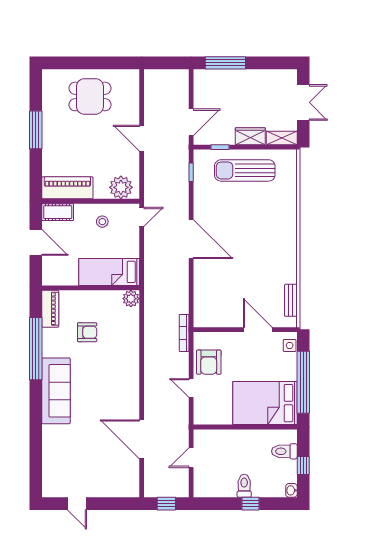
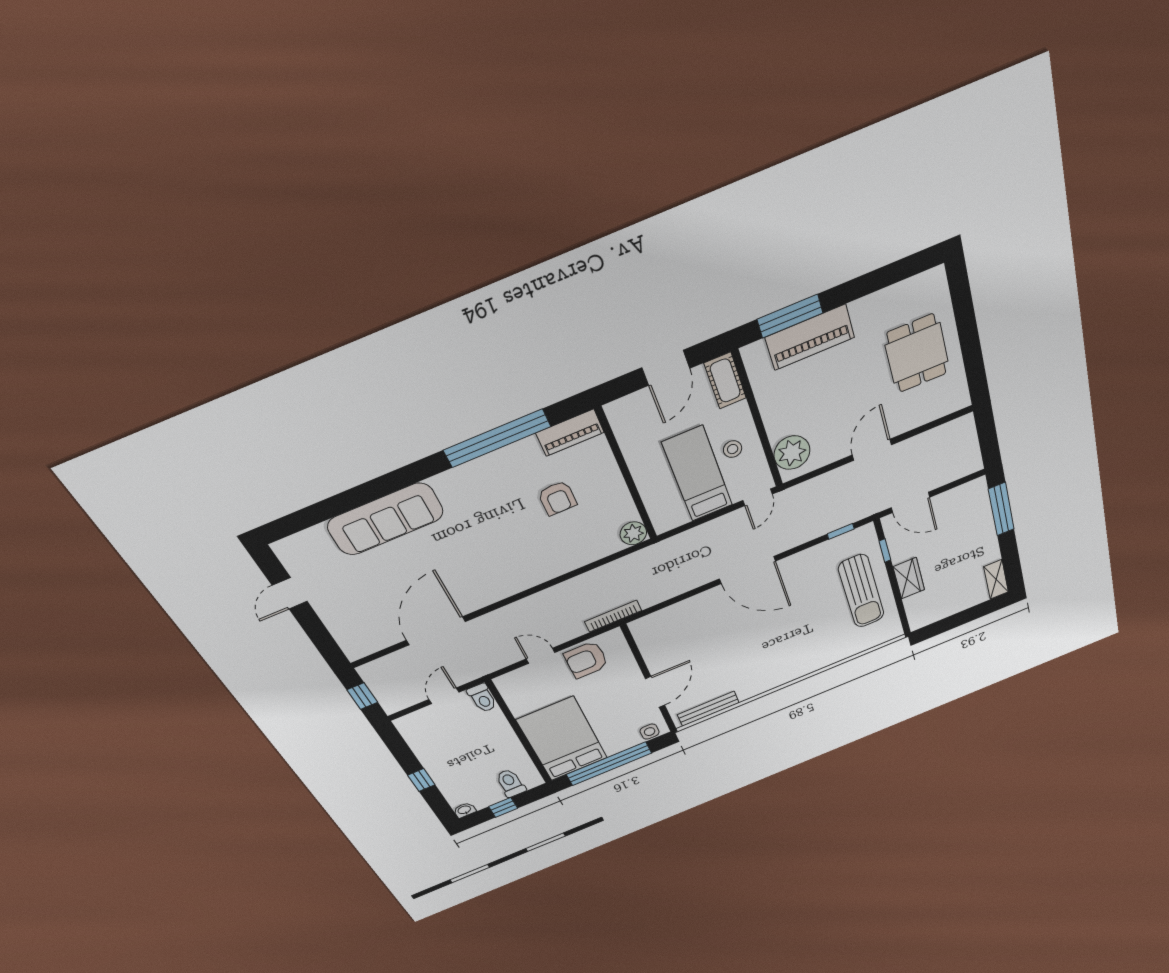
double door: (303, 102) -> (967, 616), removed
window: (36, 130) -> (790, 316), moved
shelving: (282, 138) -> (996, 579), moved
sun lounger: (245, 170) -> (861, 591), turned 180
piano: (67, 188) -> (810, 337), moved, turned 90
door: (142, 217) -> (758, 497), hinge flipped
door: (191, 239) -> (747, 570), hinge flipped
bed: (109, 272) -> (697, 474), moved
bench: (291, 300) -> (708, 709), width x1.36
door: (191, 388) -> (541, 656), hinge flipped
sofa: (56, 391) -> (386, 519), moved
door: (191, 458) -> (444, 696), hinge flipped
toilet: (244, 486) -> (482, 698), moved, turned 90

